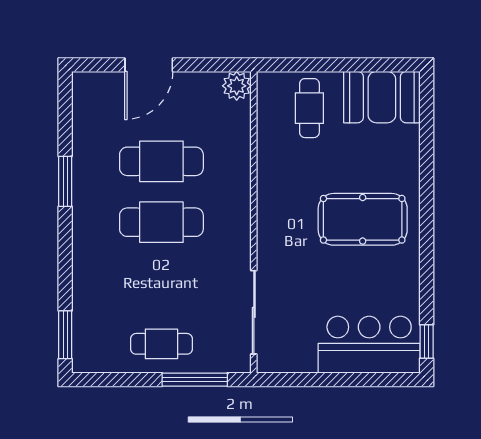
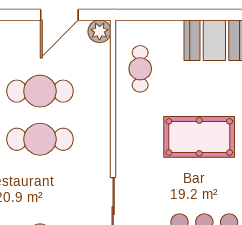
door: (149, 65) -> (59, 15), moved
cafe table: (309, 108) -> (140, 69), moved

